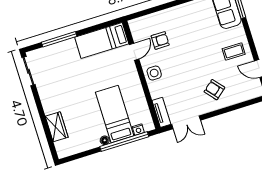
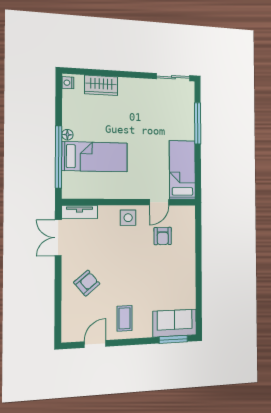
door: (134, 52) -> (159, 202), hinge flipped
nightstand: (138, 130) -> (68, 83), moved

